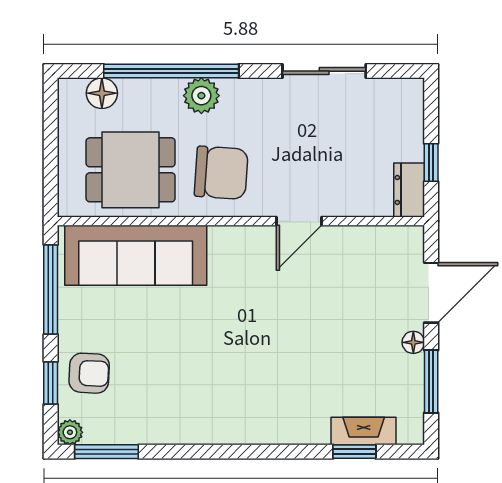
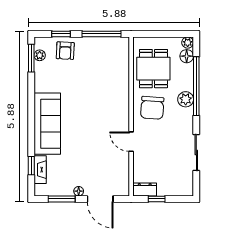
plant: (71, 91) -> (188, 43), added
sofa: (136, 255) -> (47, 124), moved, turned 180
plant: (70, 432) -> (40, 55), moved

